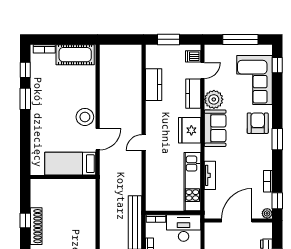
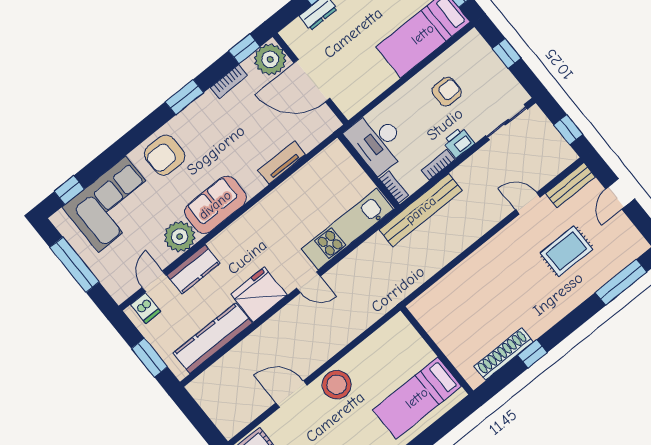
door: (203, 70) -> (154, 281), hinge flipped
kitchen counter: (154, 85) -> (213, 338), width x1.50
fridge: (190, 130) -> (259, 295), moved, turned 180
door: (98, 139) -> (292, 394), moved
window: (277, 139) -> (184, 97), moved
bed: (70, 164) -> (417, 398), moved, turned 90
kitchen unit: (192, 182) -> (347, 229), moved, turned 180
plant: (267, 213) -> (270, 59), width x1.88, depth x1.88
shoe rack: (36, 226) -> (504, 354), moved

